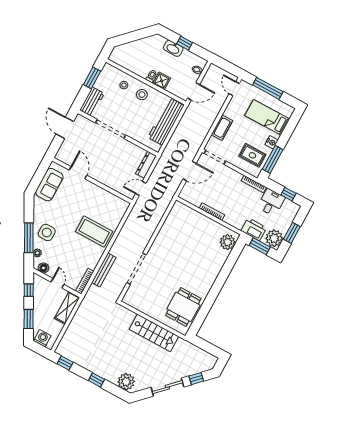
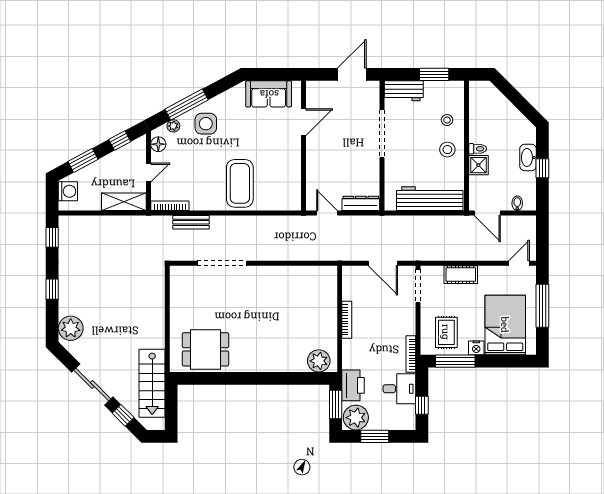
bed: (267, 117) -> (505, 325), width x1.50
bench: (104, 270) -> (191, 222), width x0.73
stairs: (154, 333) -> (152, 383), moved

